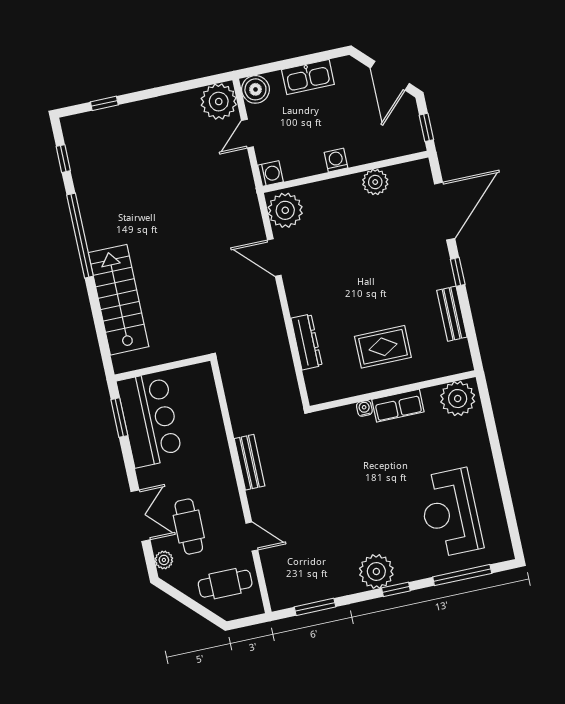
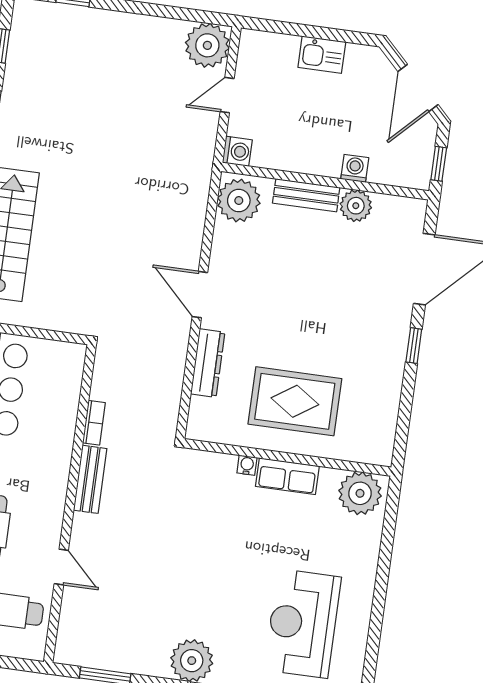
kitchen sink: (308, 77) -> (322, 55), width x0.73
boiler: (255, 89) -> (255, 47), removed
washing machine: (336, 160) -> (355, 168), moved
door: (274, 258) -> (200, 295), moved
bench: (452, 314) -> (306, 195), moved, turned 90
rug: (383, 347) -> (295, 401), width x1.36, depth x1.43
bookcase: (237, 418) -> (94, 423), added

